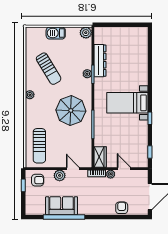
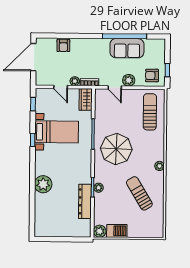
barbecue: (56, 33) -> (117, 231), moved
plant: (140, 77) -> (43, 184), added
bed with nightstands: (127, 103) -> (57, 132), moved

